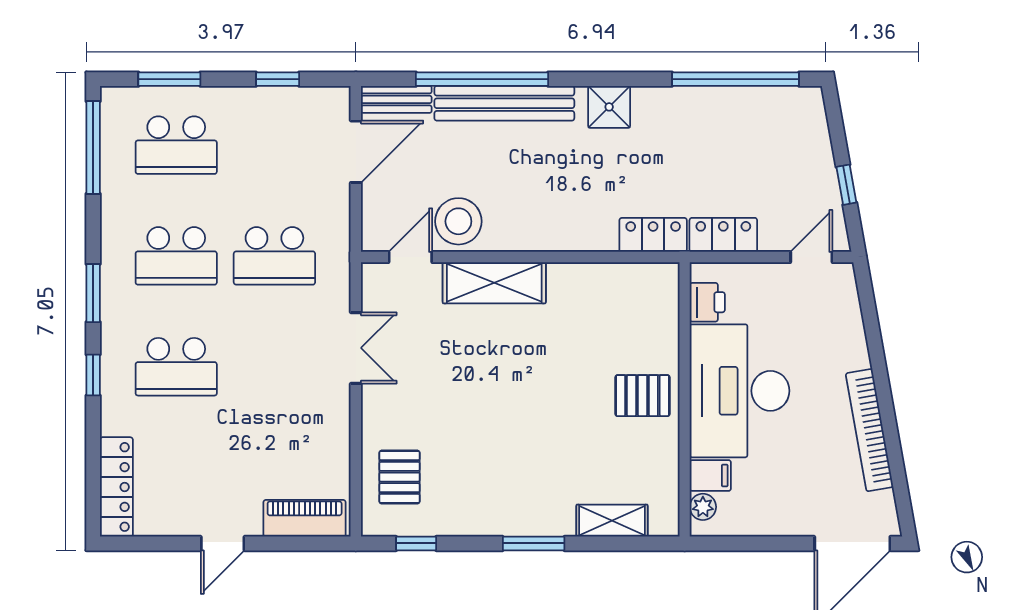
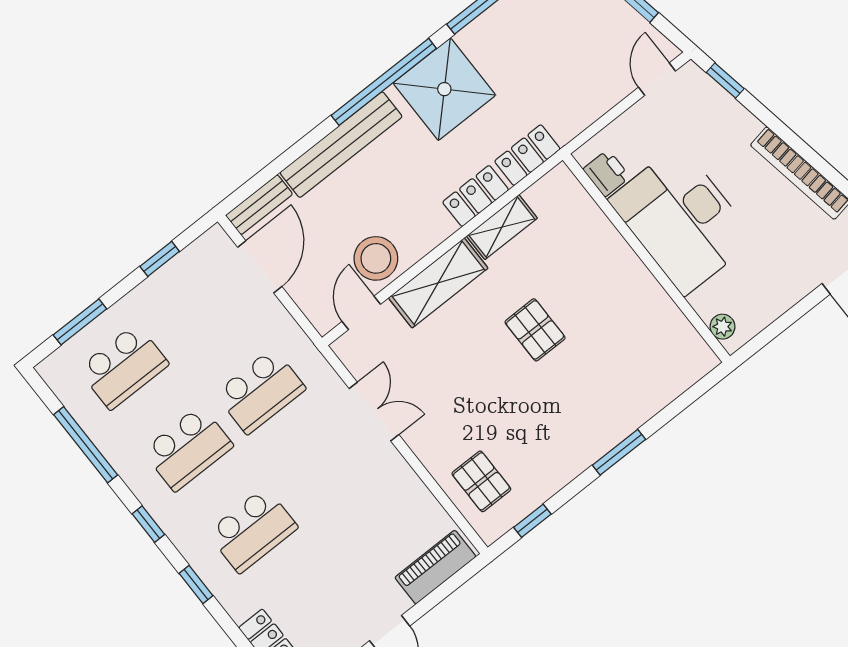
window: (482, 79) -> (384, 82), moved
shower: (609, 107) -> (444, 89), width x1.86, depth x1.86
window: (93, 148) -> (86, 445), moved
locker: (723, 235) -> (476, 196), moved
window: (93, 293) -> (148, 524), width x0.67
window: (868, 303) -> (725, 81), added
pallet: (642, 396) -> (535, 330), moved, turned 90
filing cabinet: (710, 475) -> (710, 299), removed
shelving: (612, 521) -> (502, 227), moved

